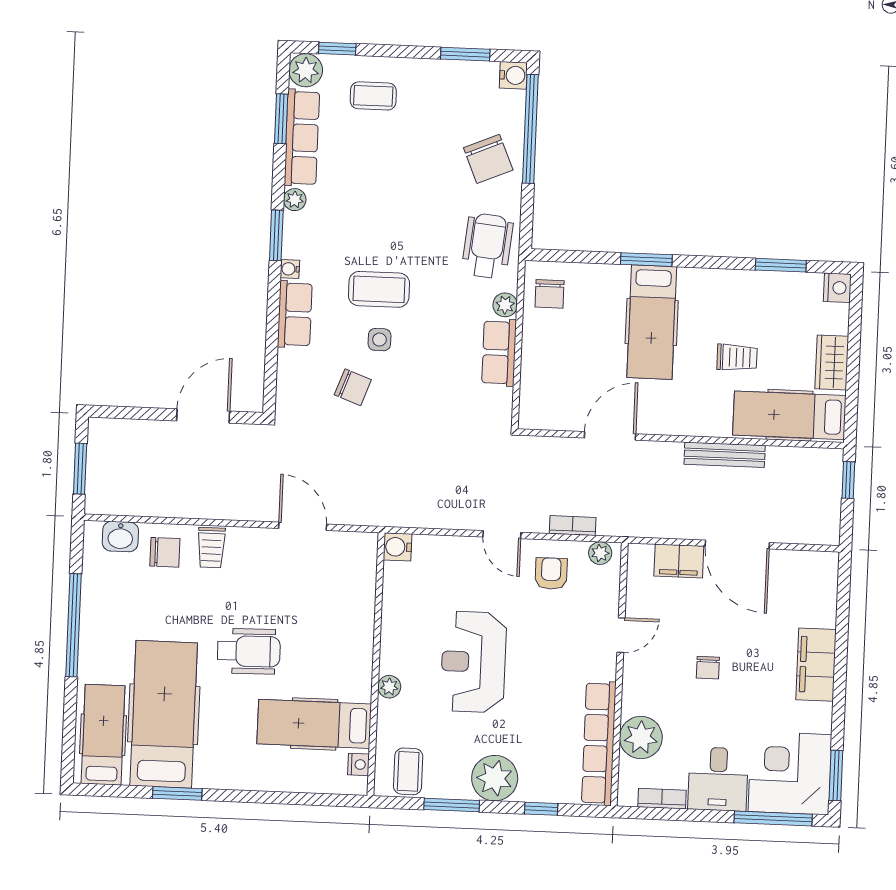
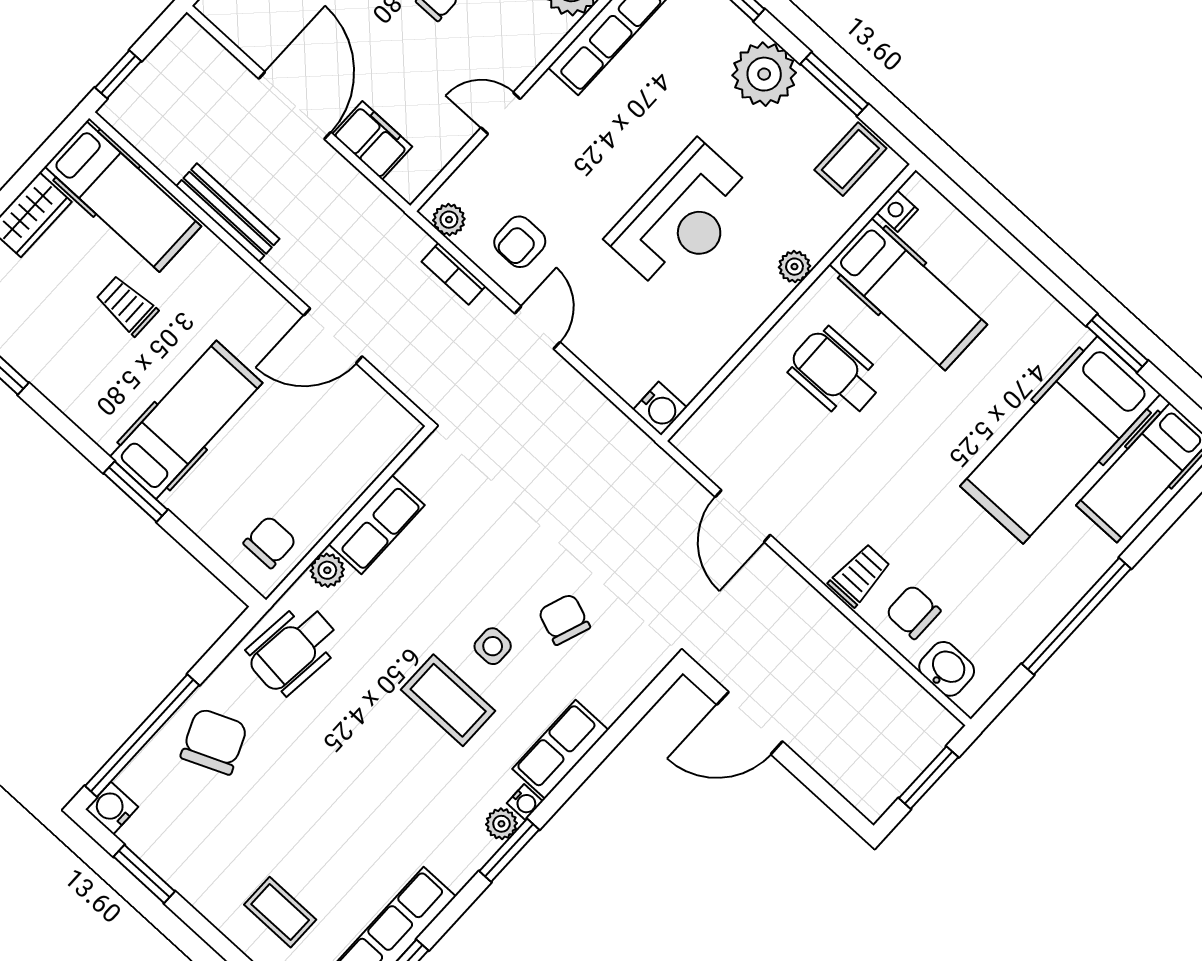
plant: (295, 200) -> (501, 824), moved
wheelchair: (249, 651) -> (835, 373), moved

